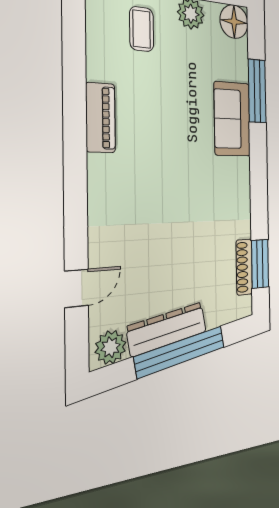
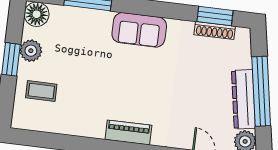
piano: (100, 118) -> (128, 132), moved
sofa: (232, 119) -> (139, 30), moved

